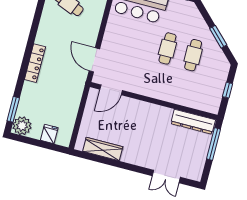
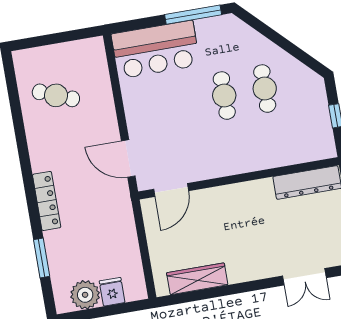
window: (218, 37) -> (288, 46), removed
window: (13, 109) -> (42, 258), moved
plant: (22, 126) -> (85, 295), moved

